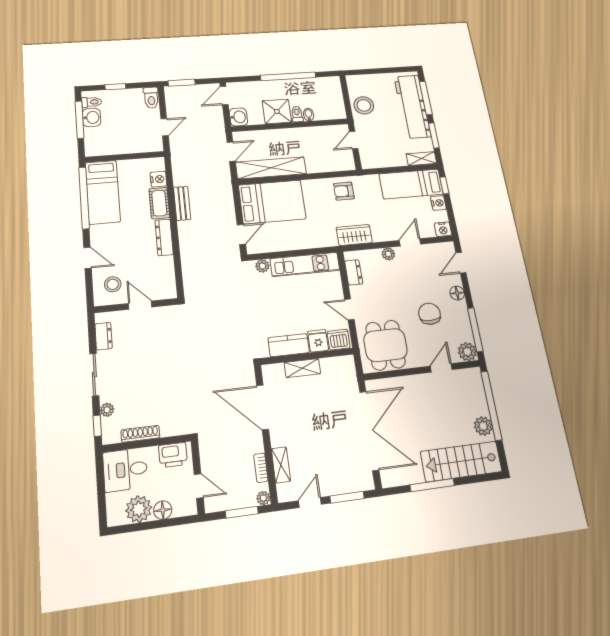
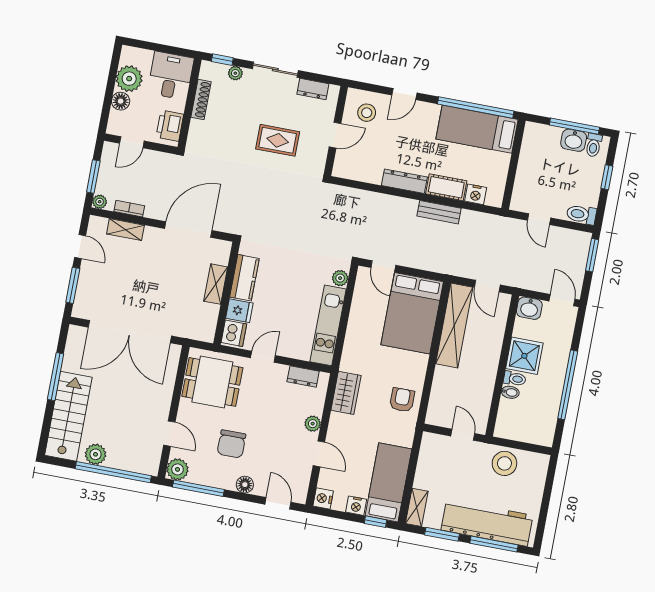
chair: (430, 314) -> (231, 444), turned 90
rug: (159, 353) -> (278, 140), added

